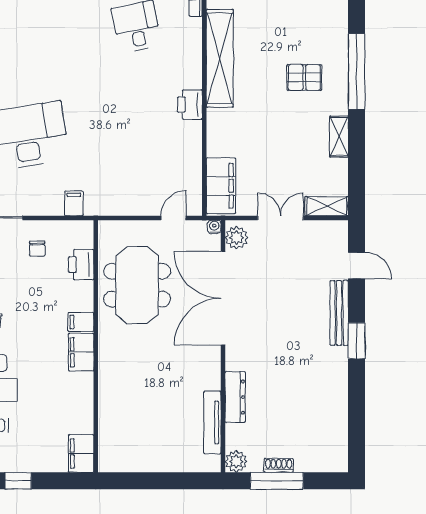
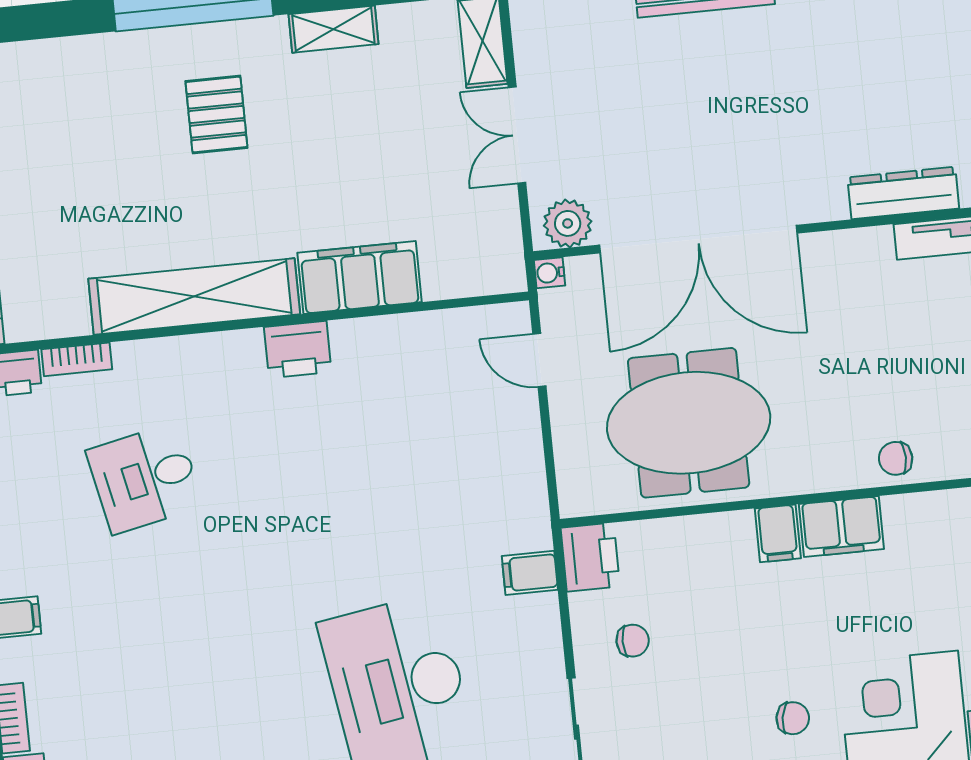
filing cabinet: (221, 186) -> (360, 277), moved
printer: (81, 265) -> (590, 557), moved, turned -90
chair: (111, 381) -> (896, 458), added

